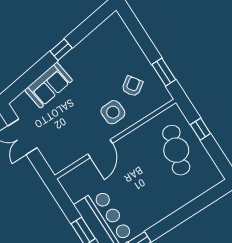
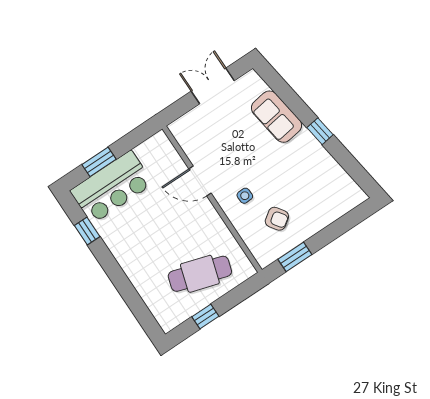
side table: (113, 112) -> (245, 196), width x0.54, depth x0.54
window: (200, 129) -> (205, 317), moved

